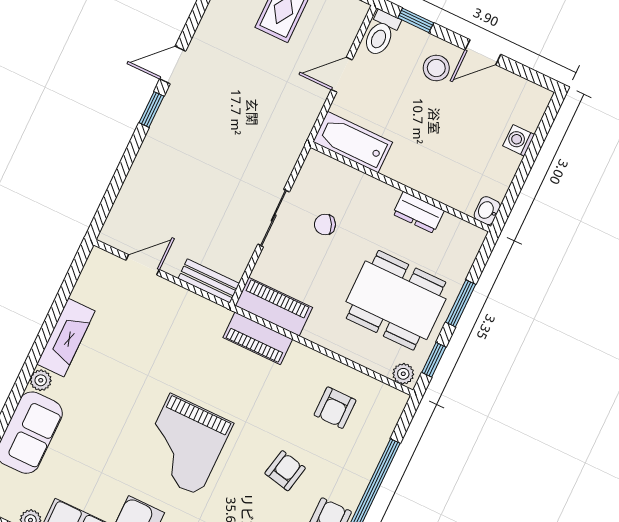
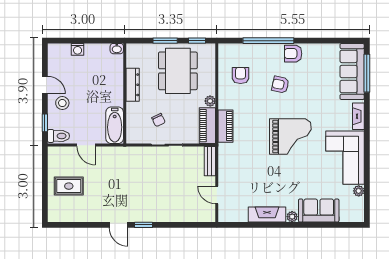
dresser: (418, 212) -> (133, 85), width x1.44
plant: (403, 374) -> (210, 101), moved
armchair: (335, 408) -> (241, 75), turned -90

